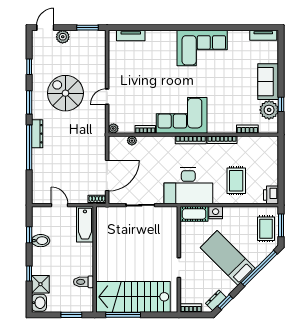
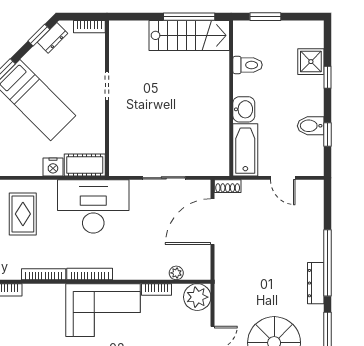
plant: (113, 129) -> (197, 297), width x1.87, depth x1.87
stairs: (133, 297) -> (189, 35), width x0.73, depth x0.66
washbasin: (39, 303) -> (244, 109), moved, turned 180

